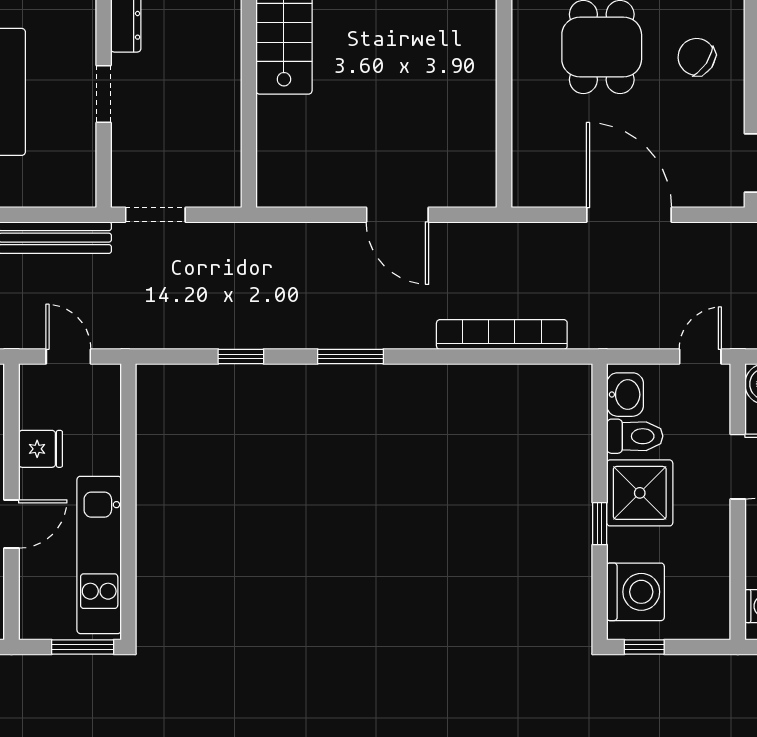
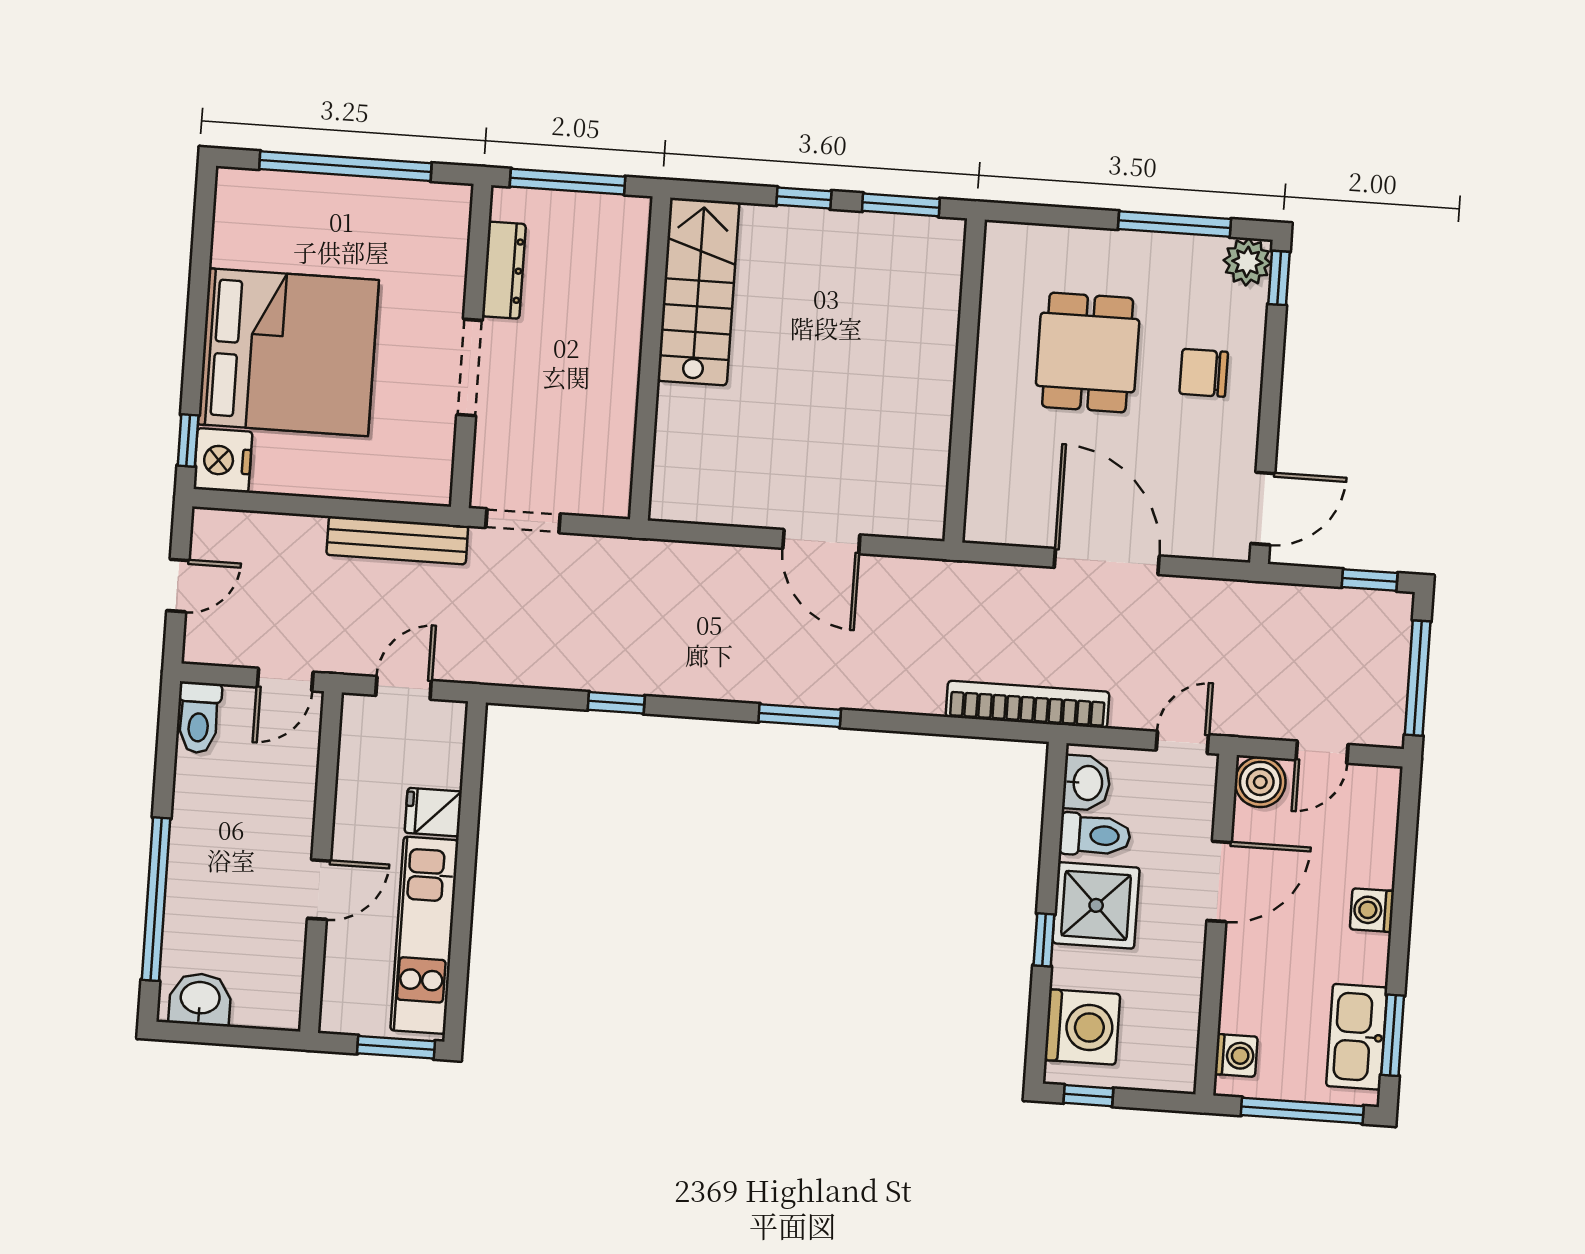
chair: (697, 57) -> (1204, 373), turned -34
doorway: (104, 94) -> (470, 367), width x1.38
bookcase: (502, 335) -> (1028, 704), moved
door: (68, 356) -> (404, 688), hinge flipped
window: (350, 356) -> (800, 716), moved
fridge: (41, 449) -> (433, 812), moved, turned 180

